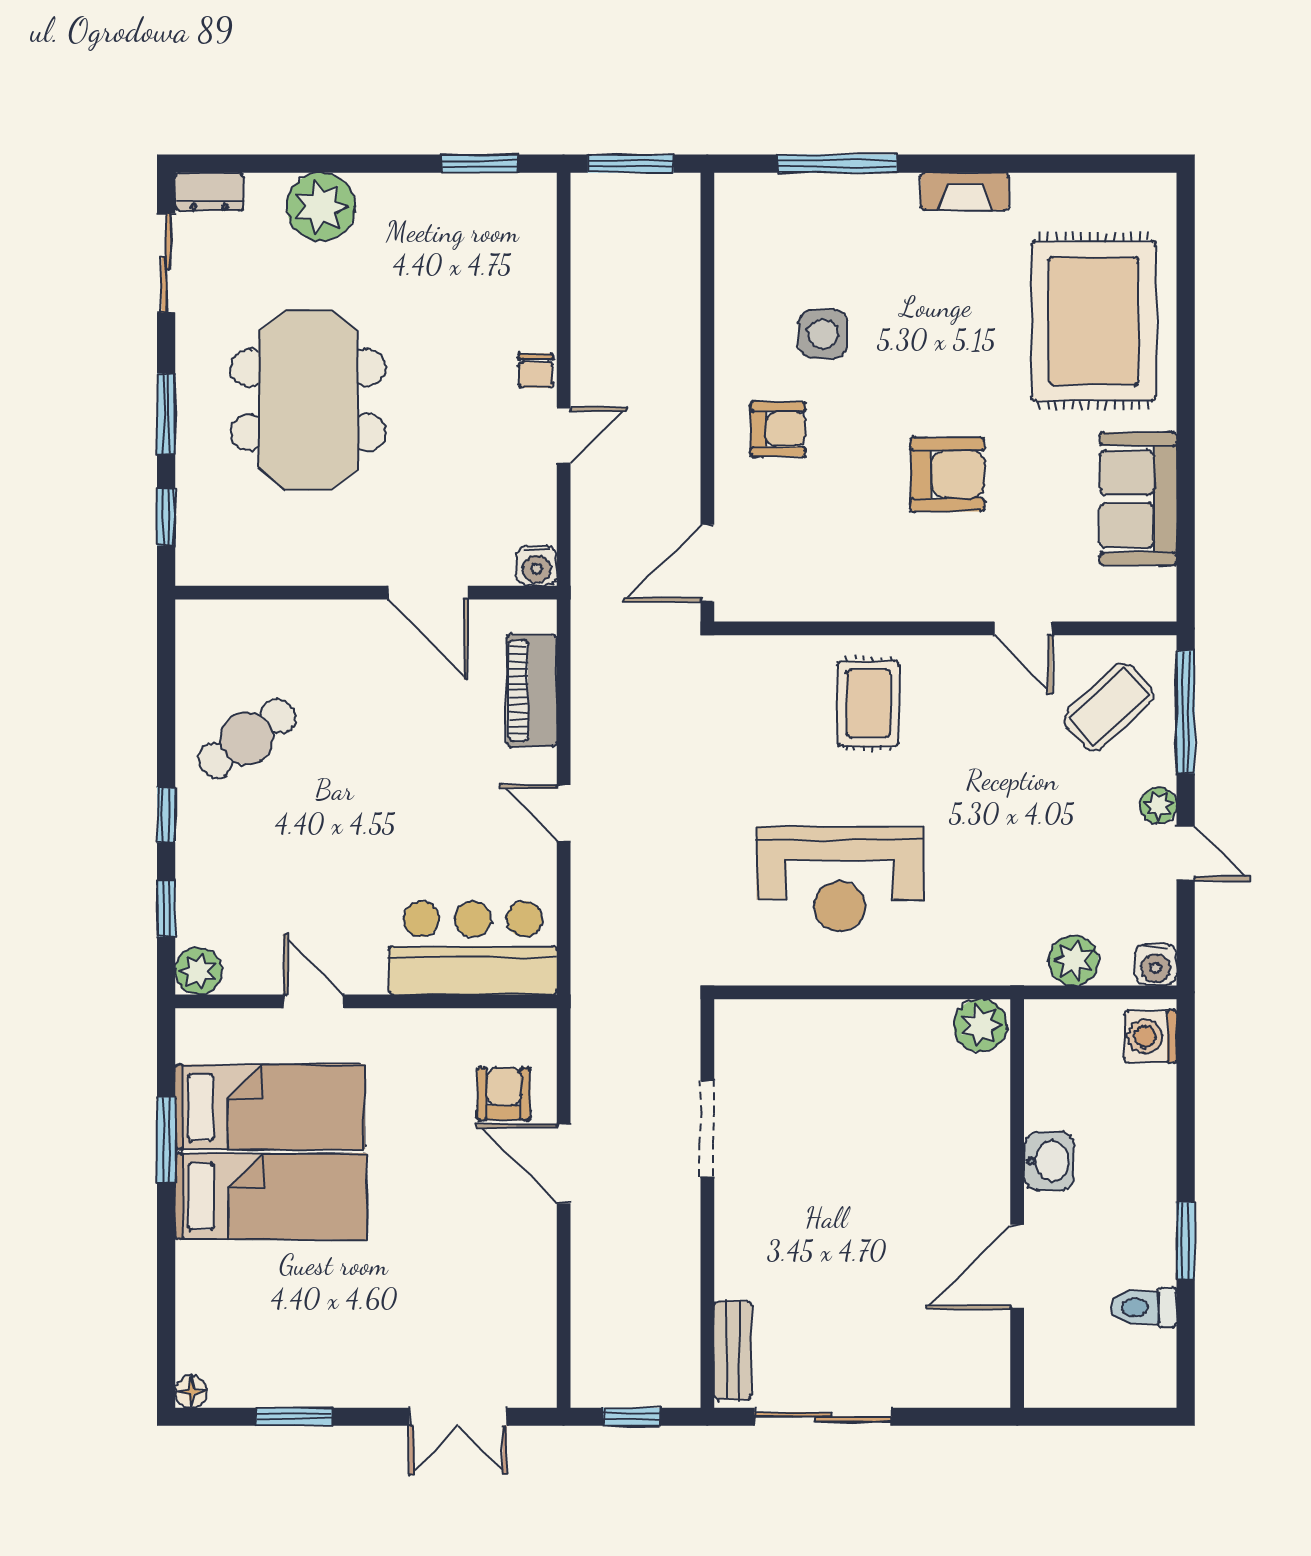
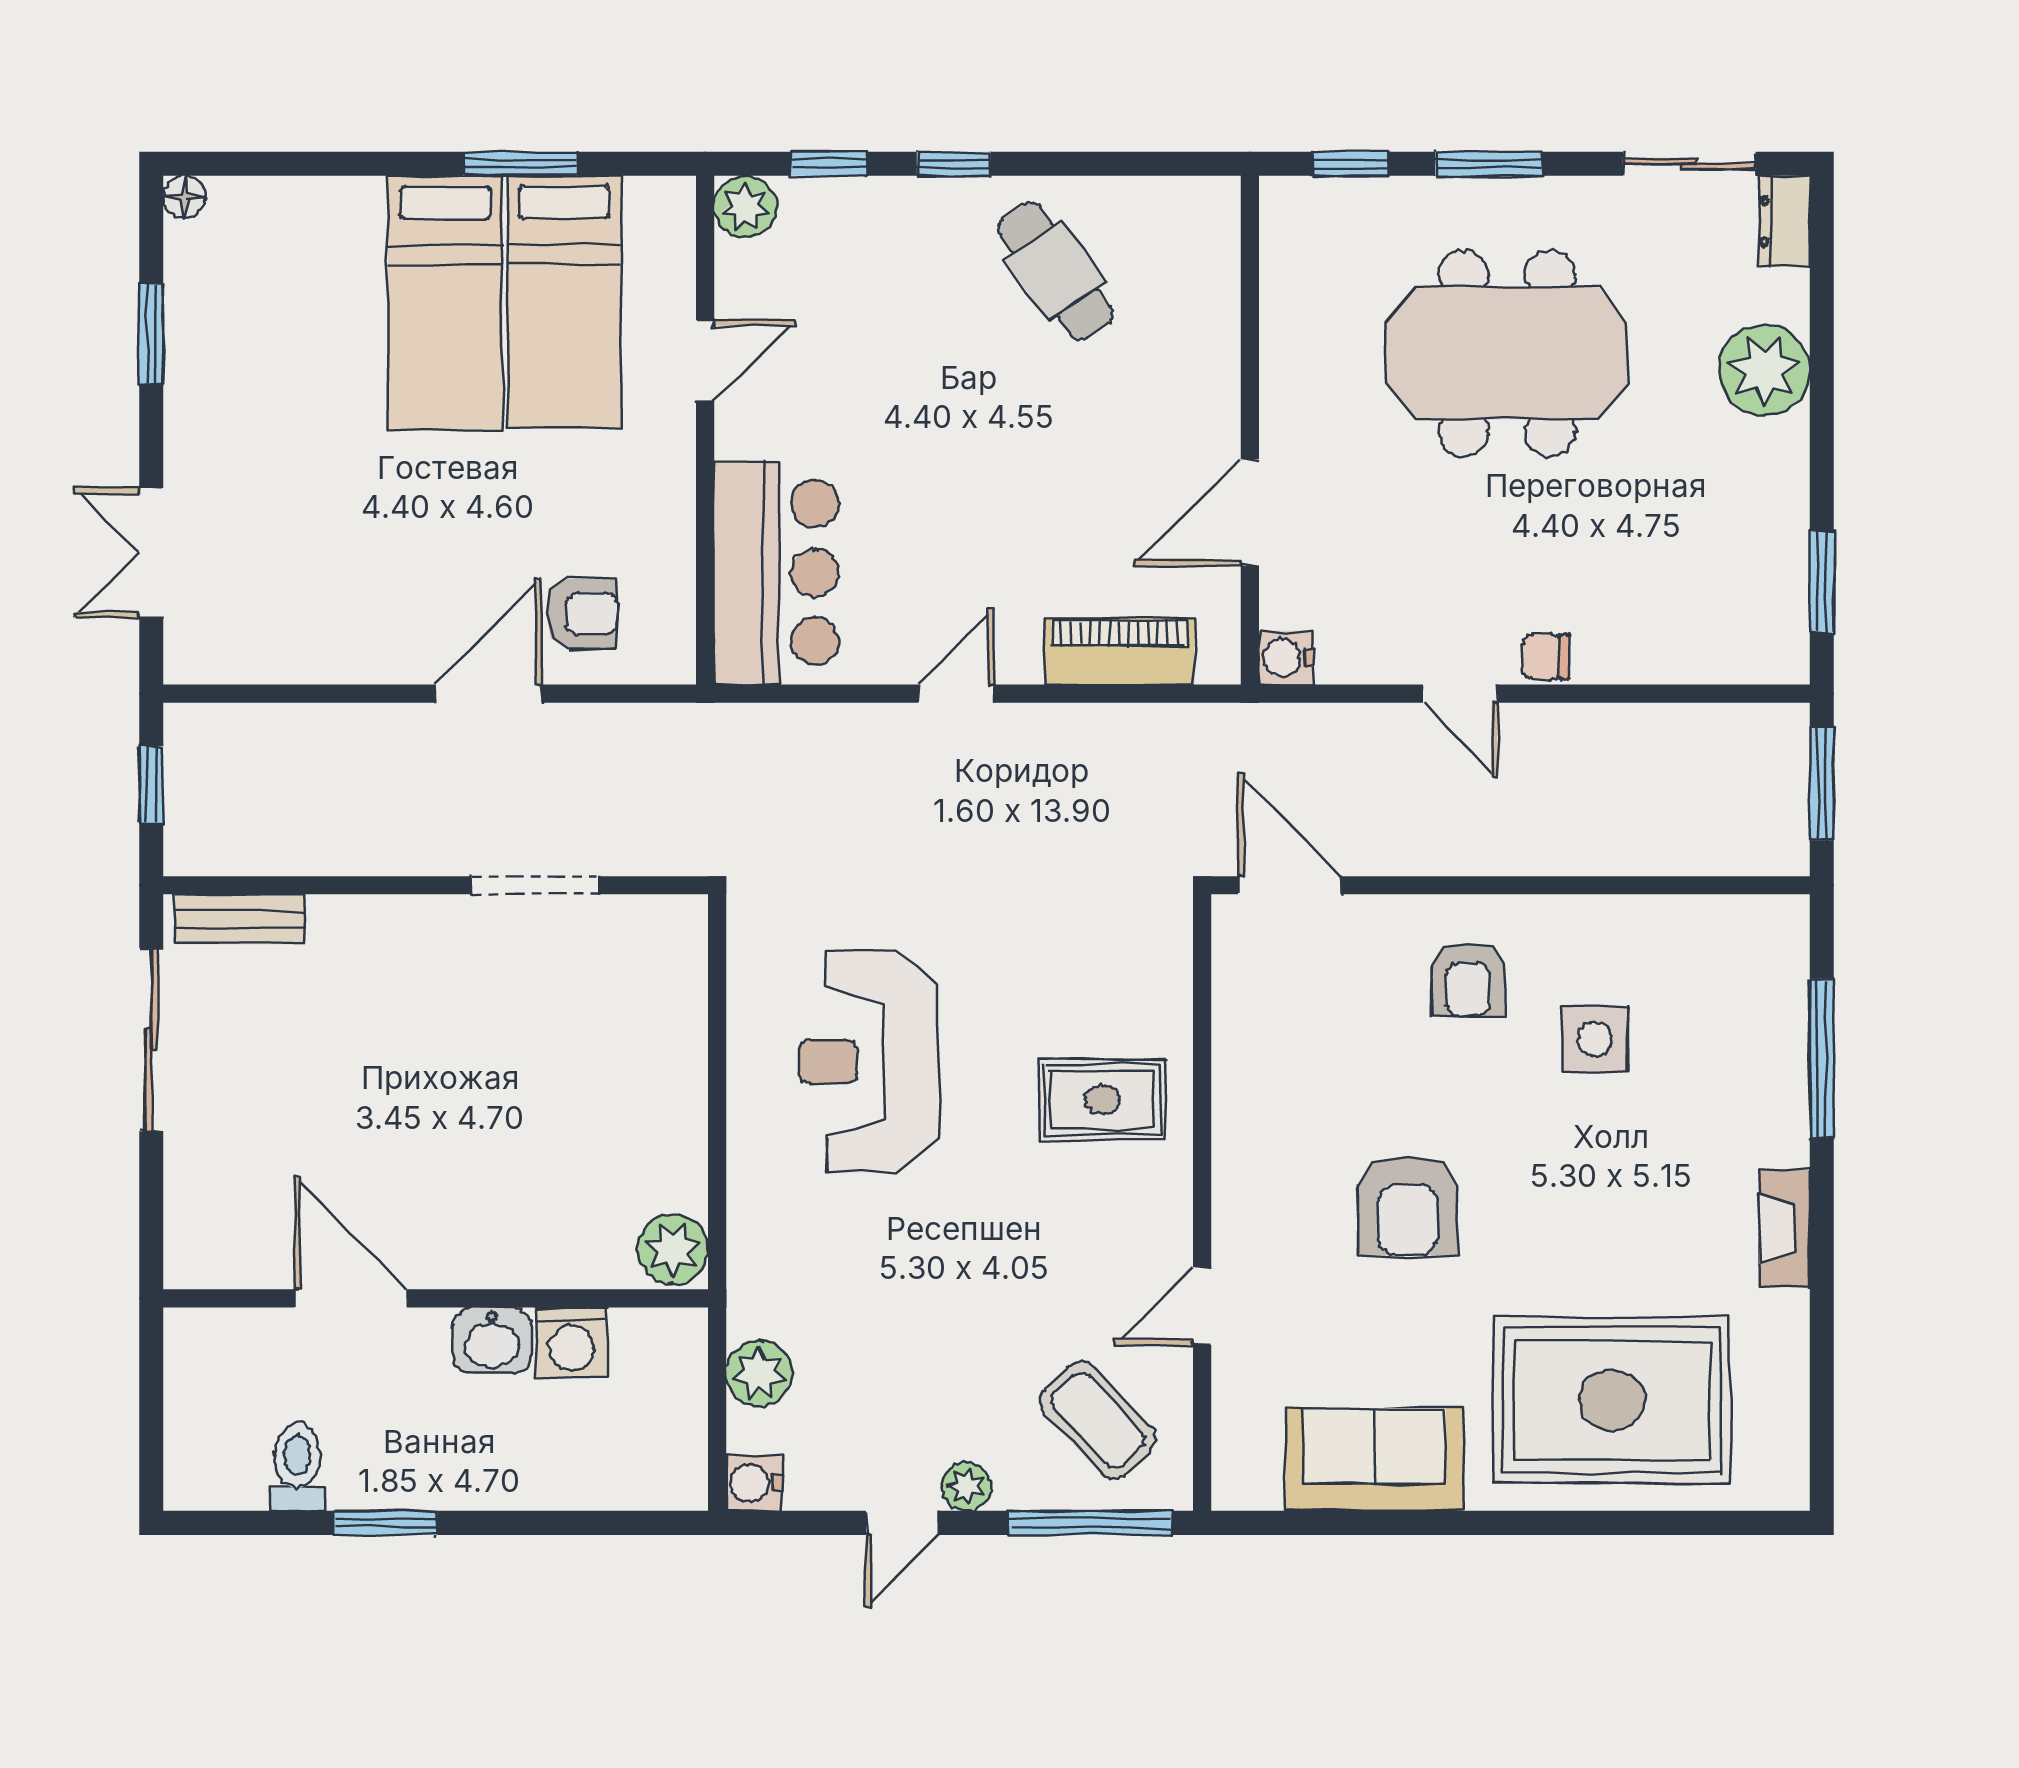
washing machine: (1150, 1036) -> (571, 1343), moved, turned 180

